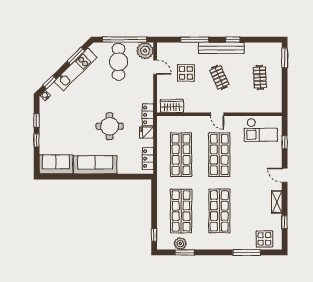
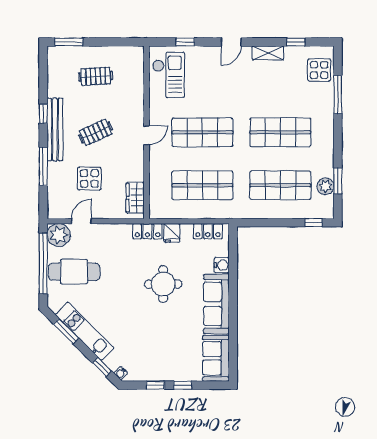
water cooler: (123, 169) -> (222, 265), added

